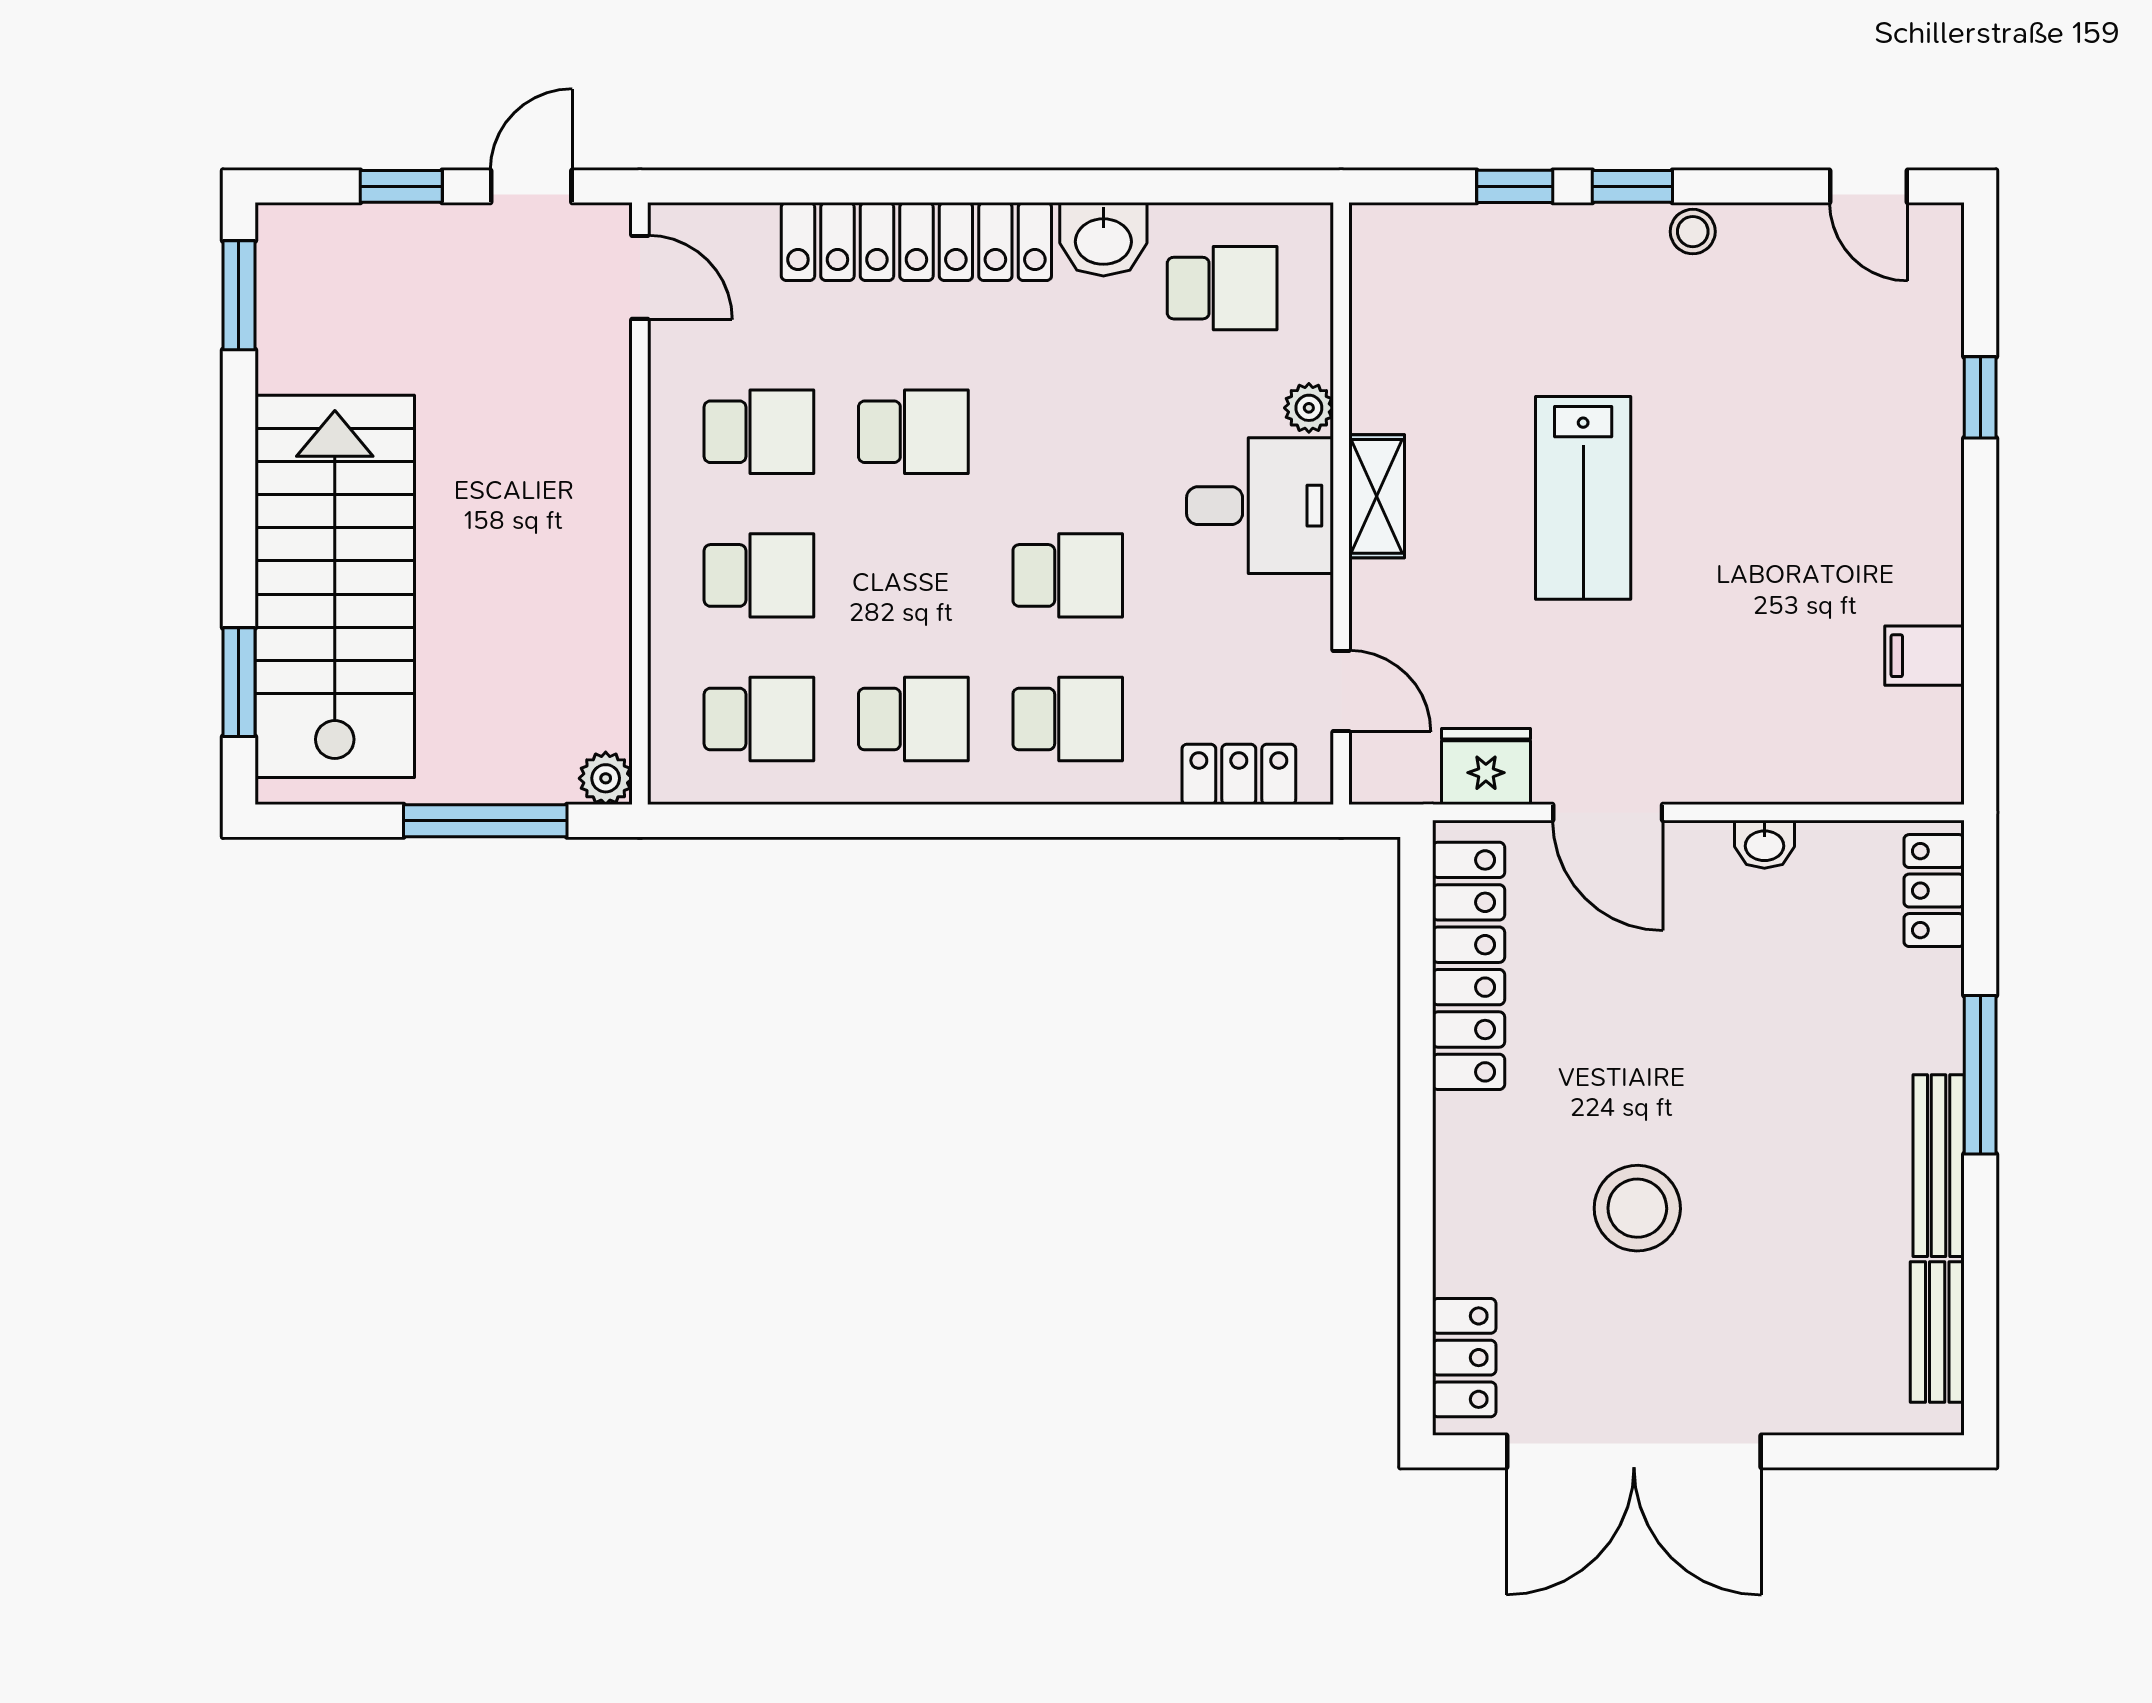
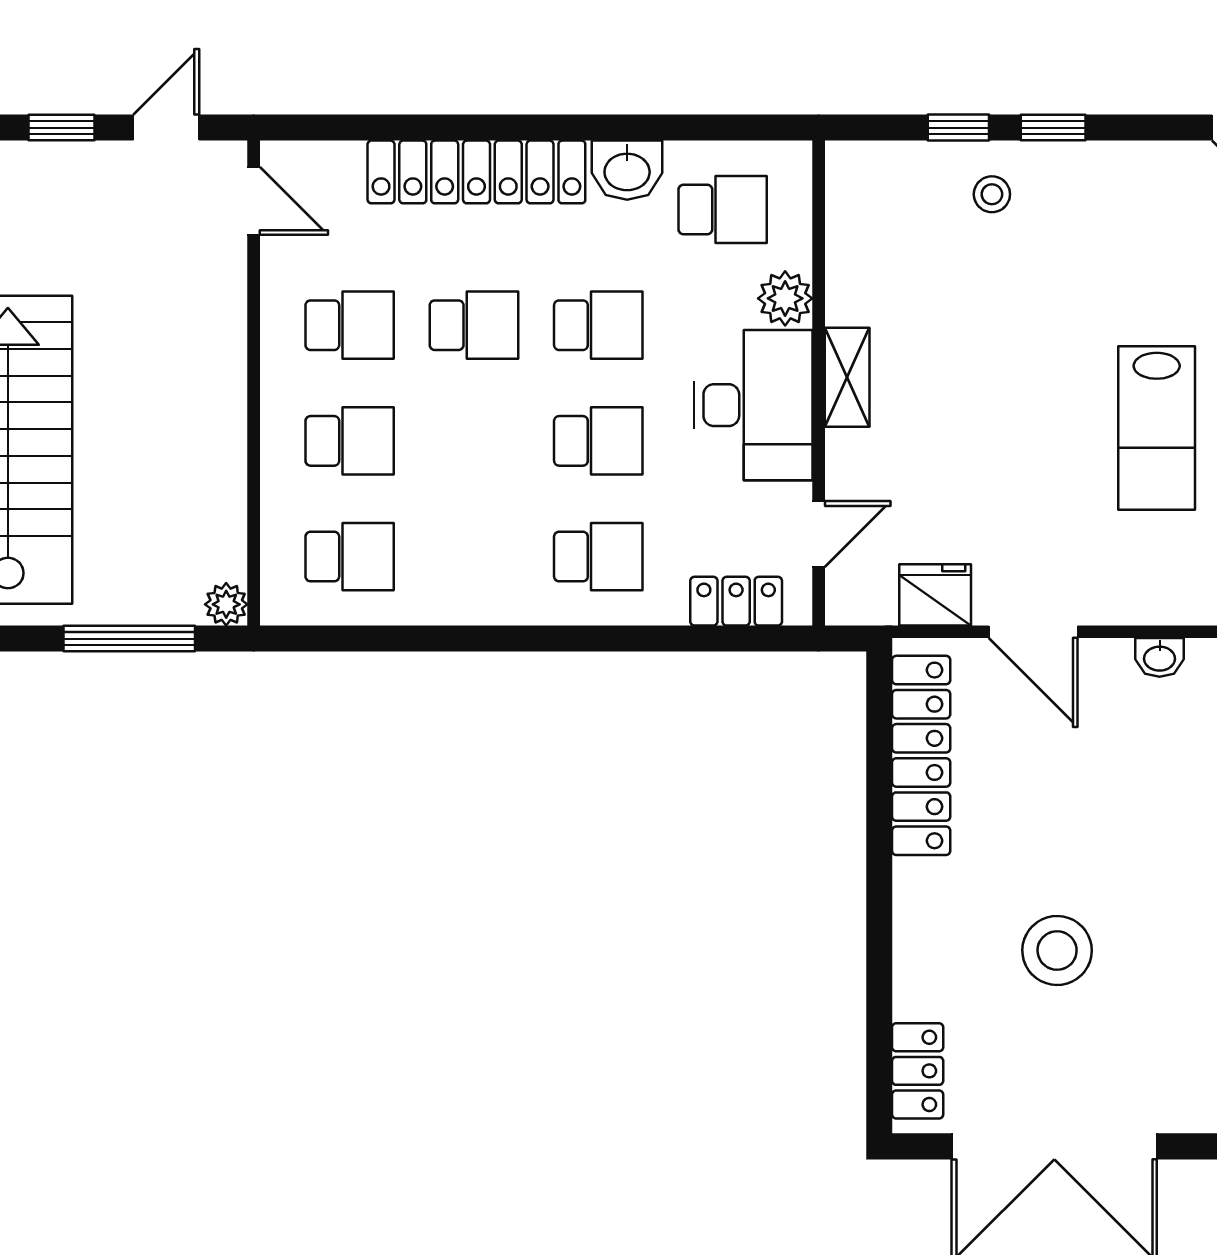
stool: (1693, 232) -> (992, 194), moved
plant: (1309, 408) -> (785, 298), width x1.38, depth x1.38
lab bench: (1583, 498) -> (1157, 428), moved
desk: (1260, 506) -> (753, 405), width x1.37
door: (1341, 691) -> (819, 534), hinge flipped
school desk: (913, 719) -> (598, 325), moved

